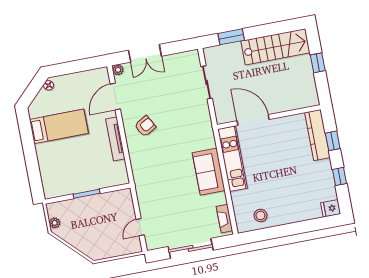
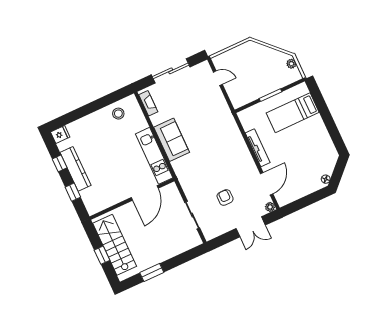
window: (231, 37) -> (152, 272), moved
stairs: (275, 47) -> (115, 245), moved, turned 90
double door: (145, 53) -> (251, 227), swing flipped
door: (253, 120) -> (145, 193), hinge flipped
bed: (59, 126) -> (293, 113), moved
armchair: (145, 126) -> (225, 197), moved, turned 119
kitchen counter: (317, 135) -> (75, 169), moved
door: (140, 227) -> (218, 78), hinge flipped

